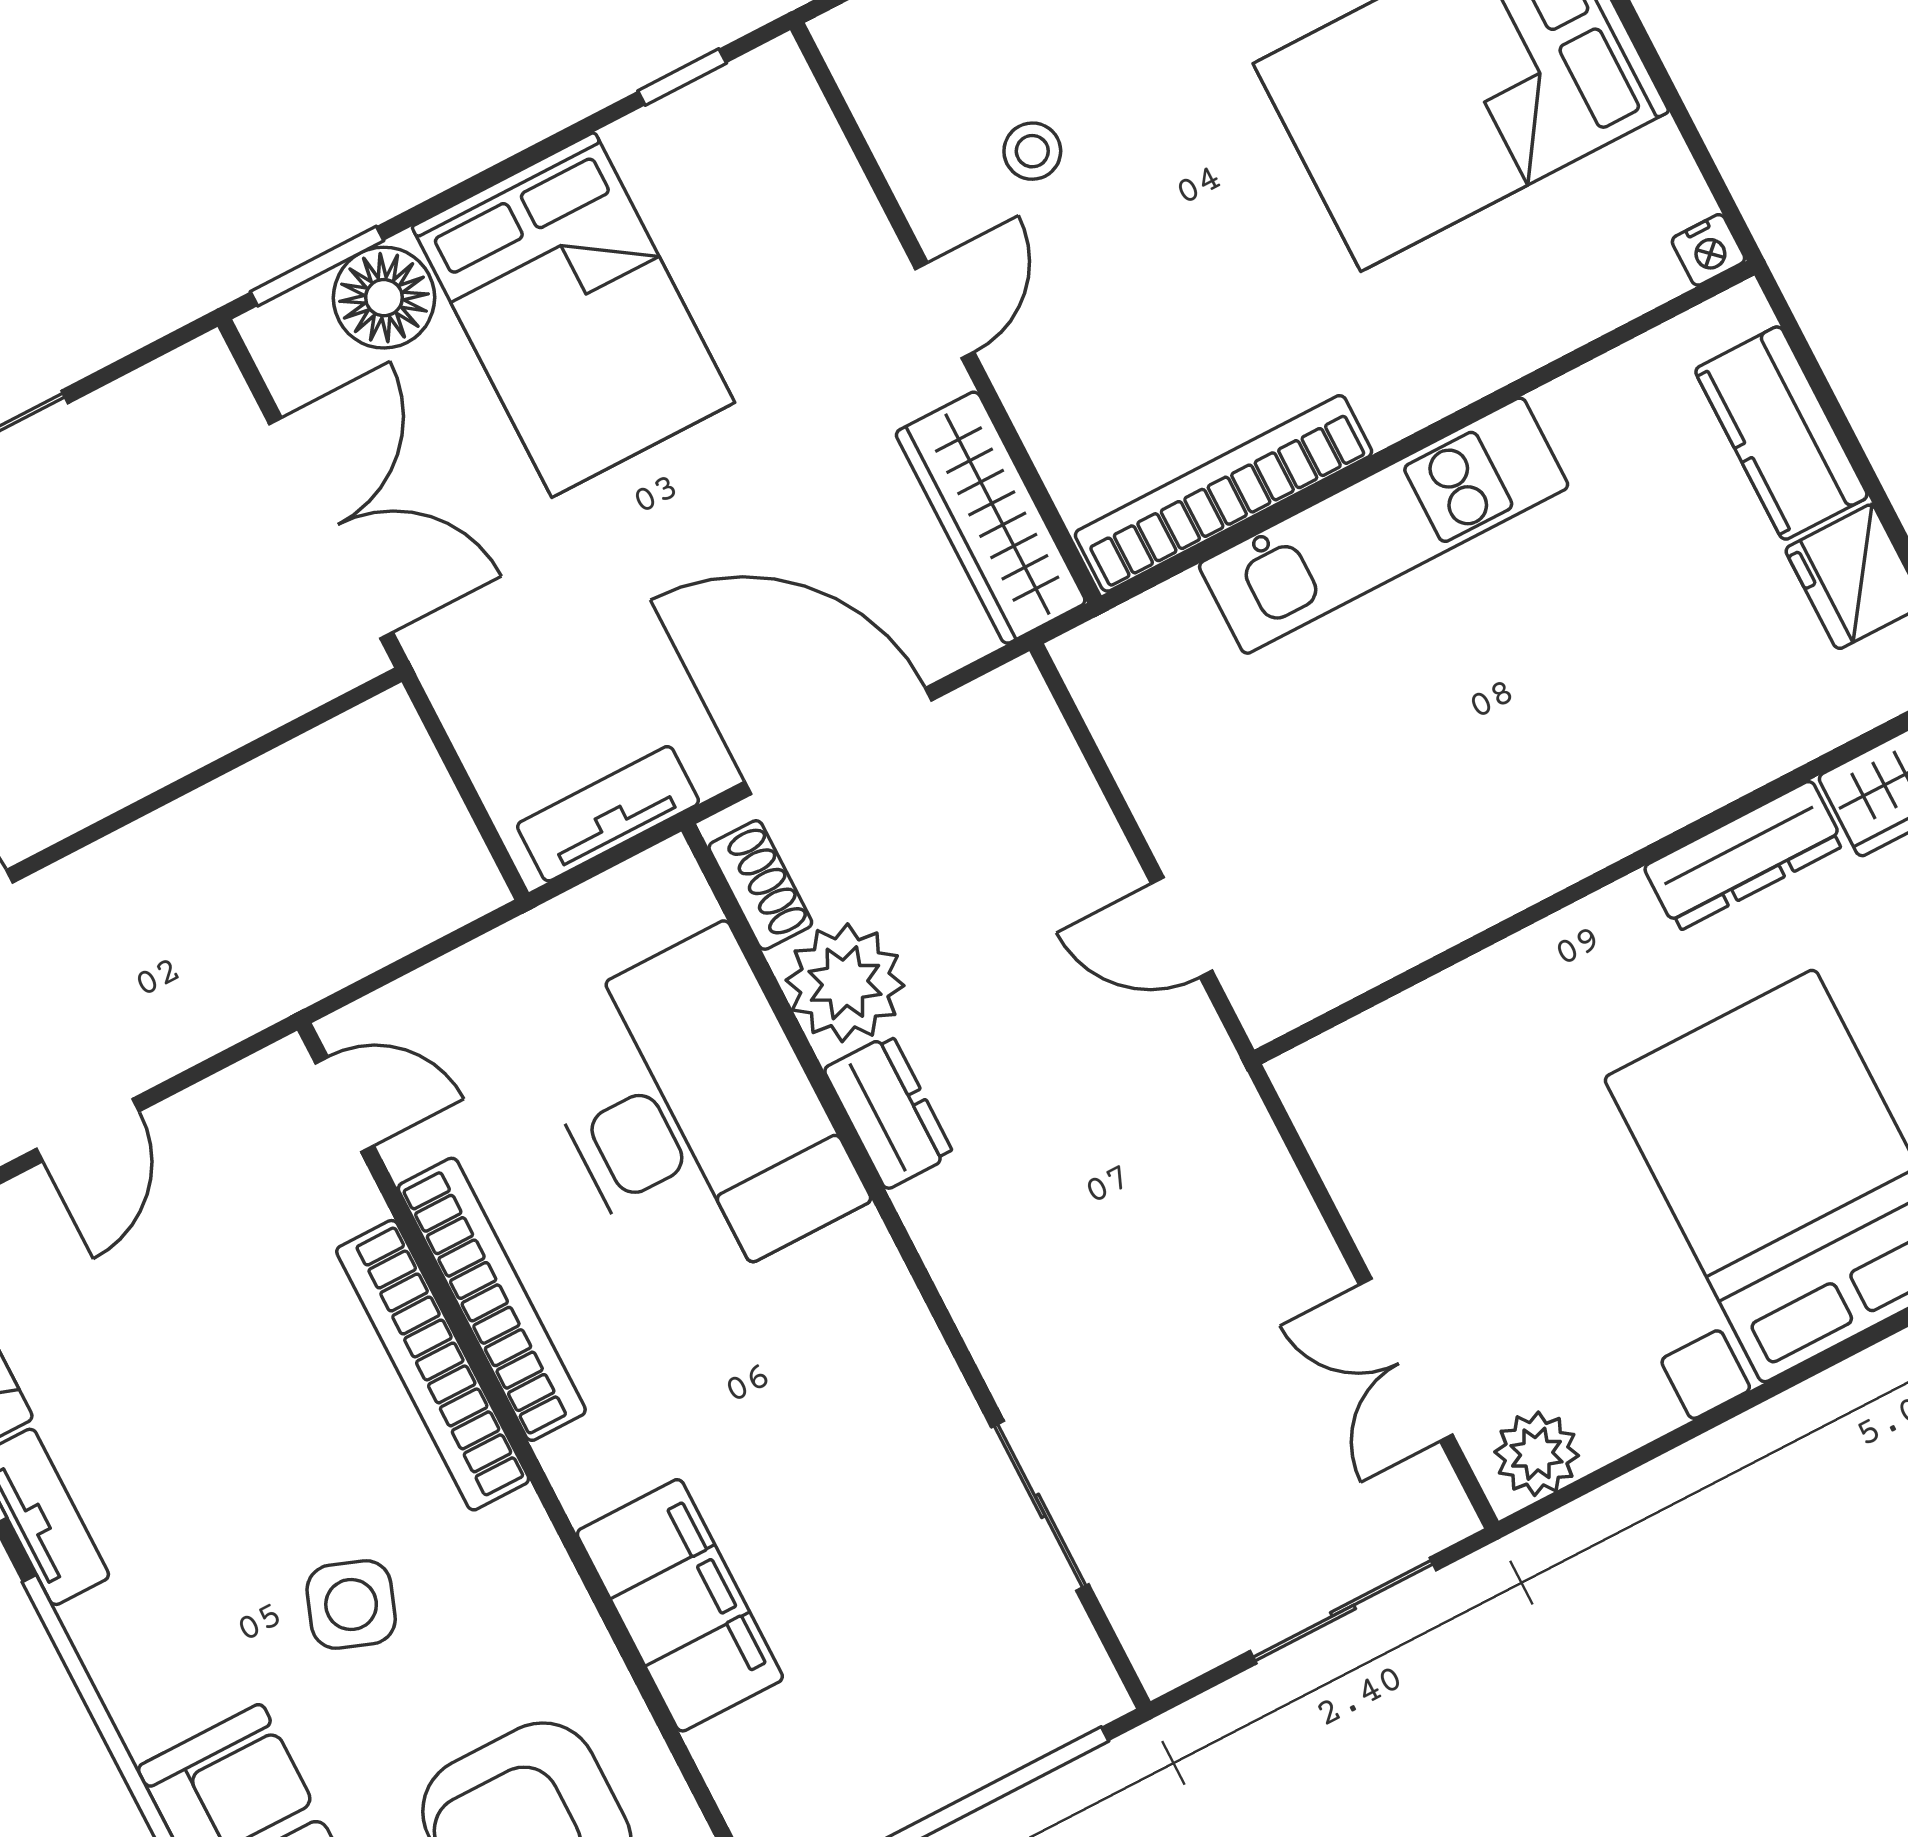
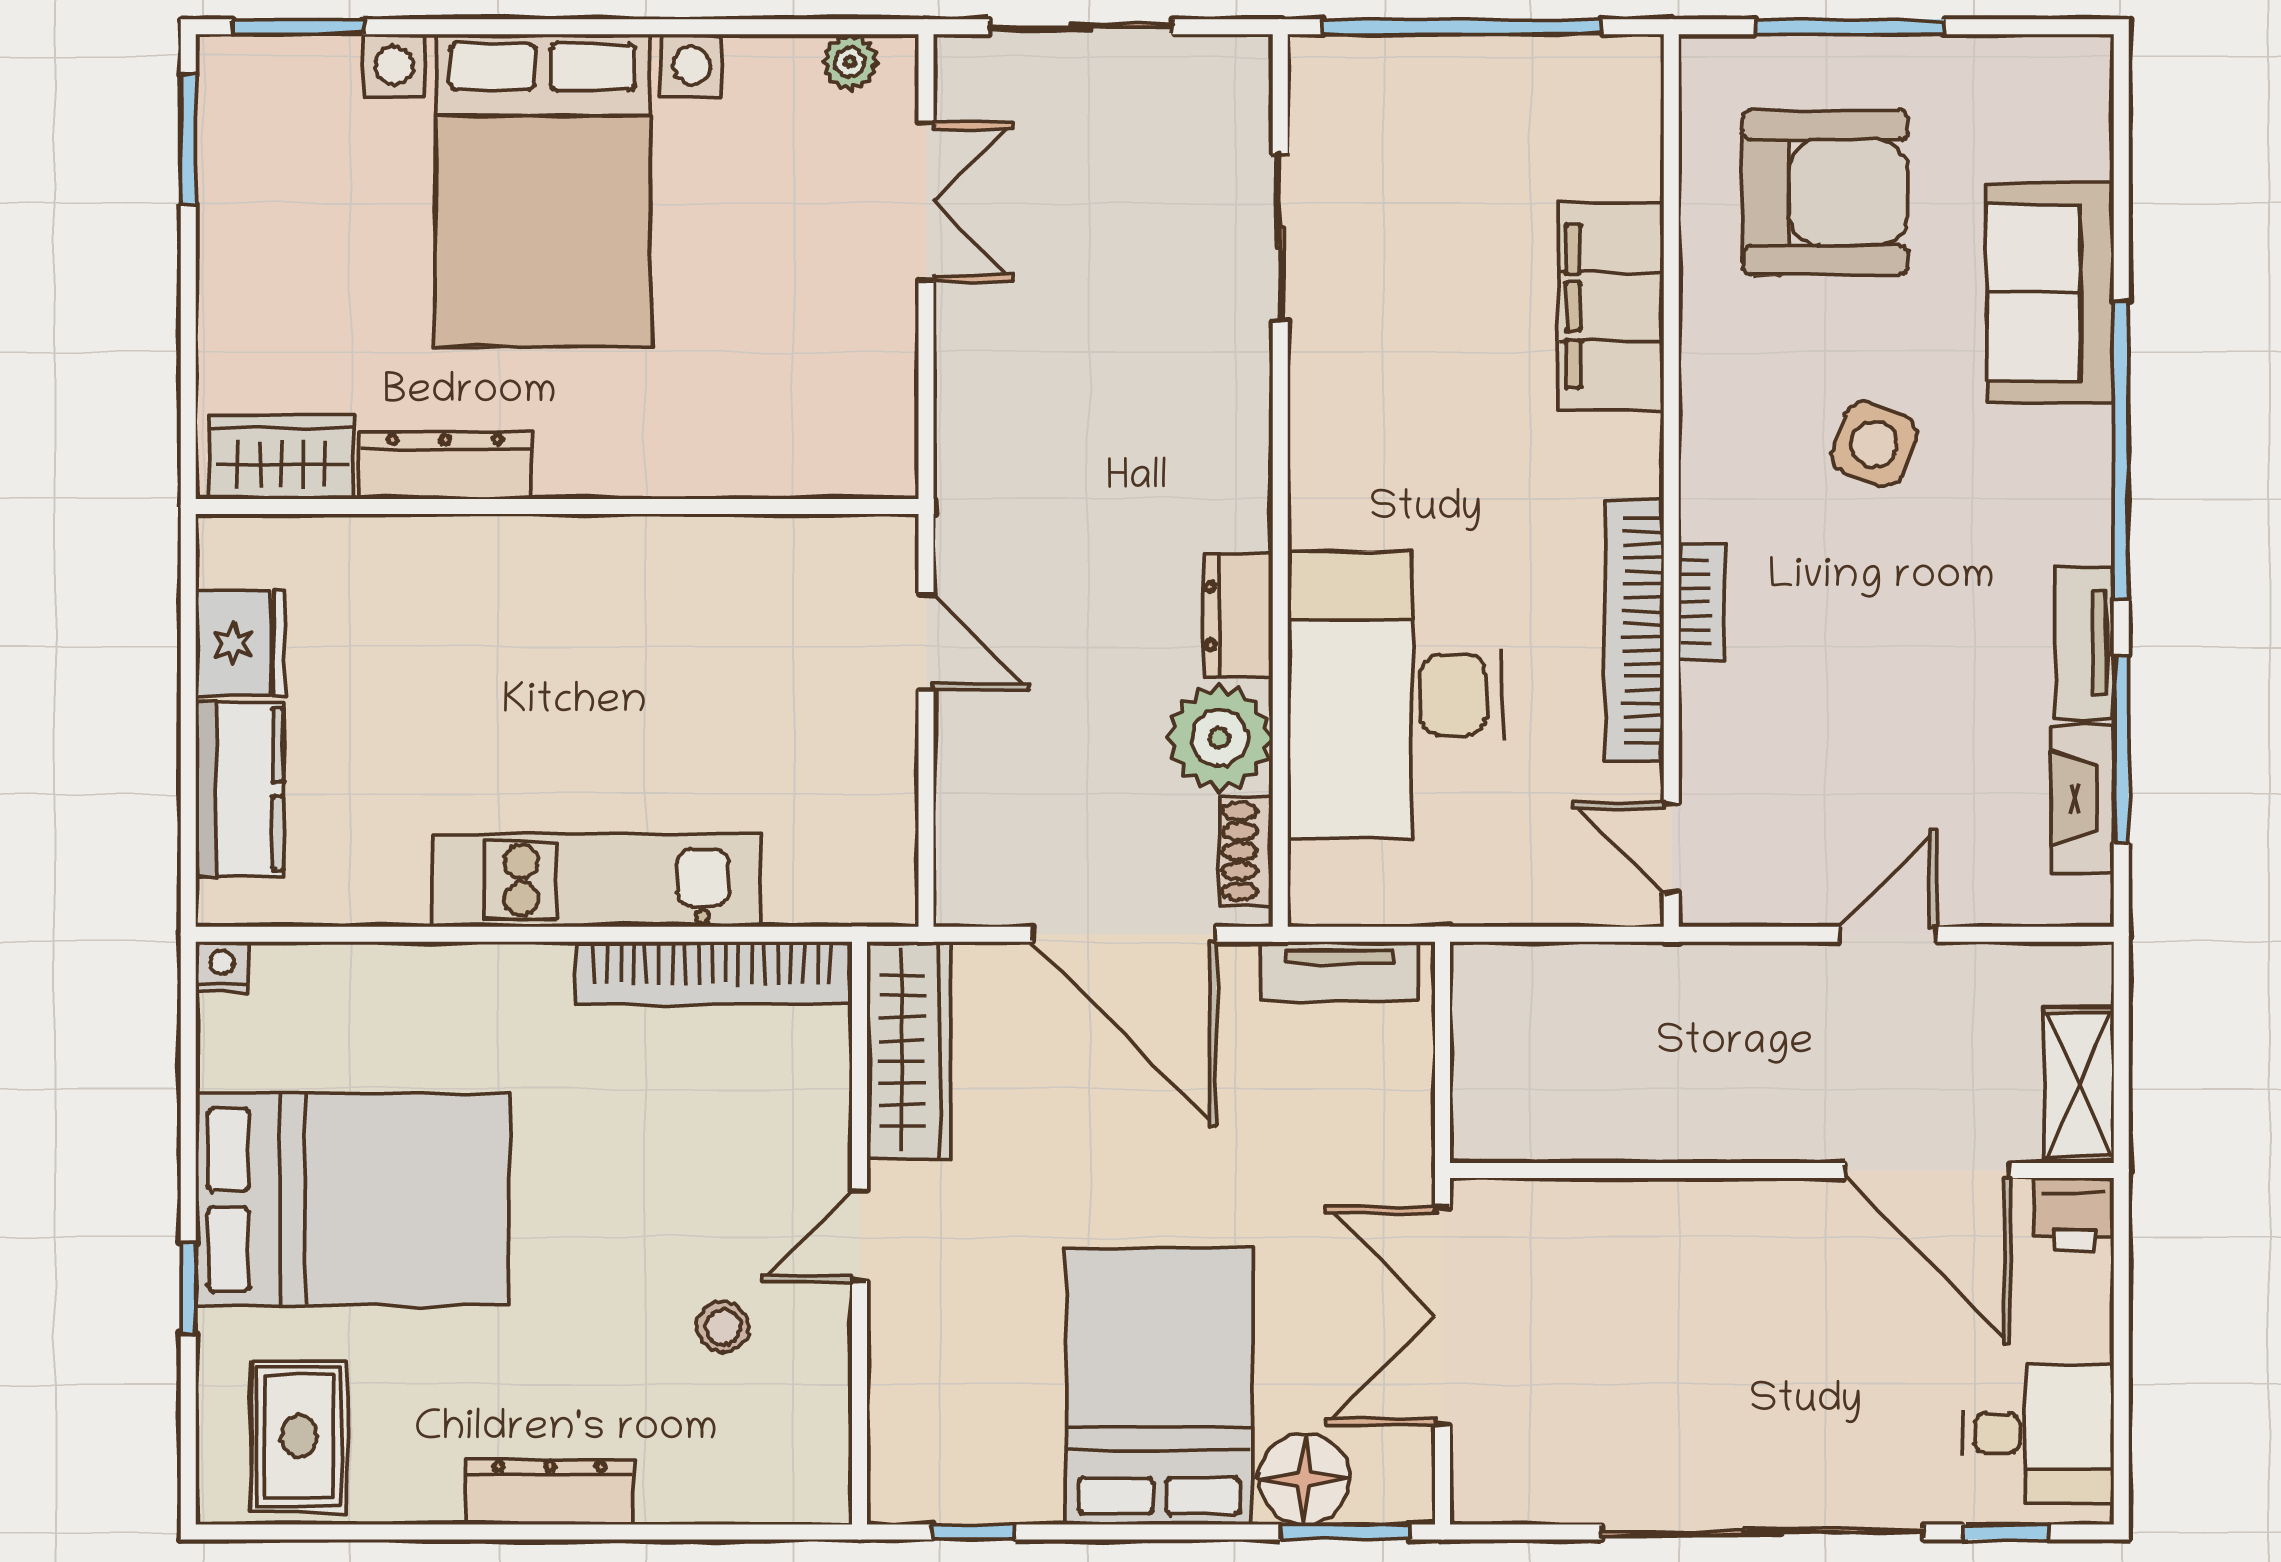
bookcase: (433, 1365) -> (1702, 602), width x0.43, depth x0.76
plant: (1537, 1454) -> (850, 62), width x0.73, depth x0.73

